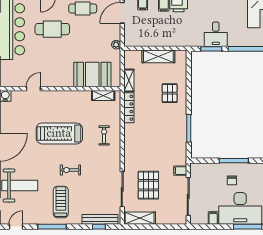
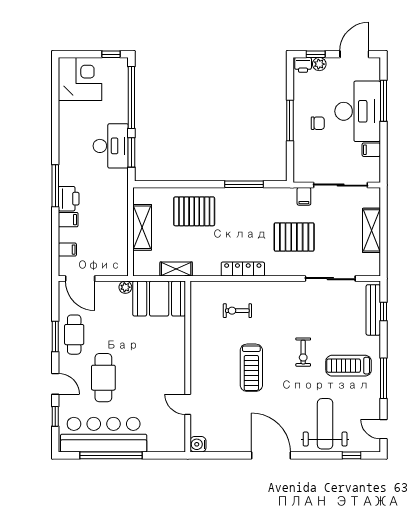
desk: (216, 34) -> (111, 146), width x1.37
booth: (92, 74) -> (159, 299), moved, turned 90
pallet: (170, 93) -> (194, 211), width x1.50, depth x1.42
shelving: (103, 95) -> (197, 306), removed
locker: (129, 108) -> (243, 269), moved
treadmill: (59, 133) -> (251, 368), width x0.73, depth x0.73
exercise bike: (104, 135) -> (237, 311), moved
pallet: (148, 185) -> (294, 237), moved
shelving: (140, 218) -> (371, 230), moved

